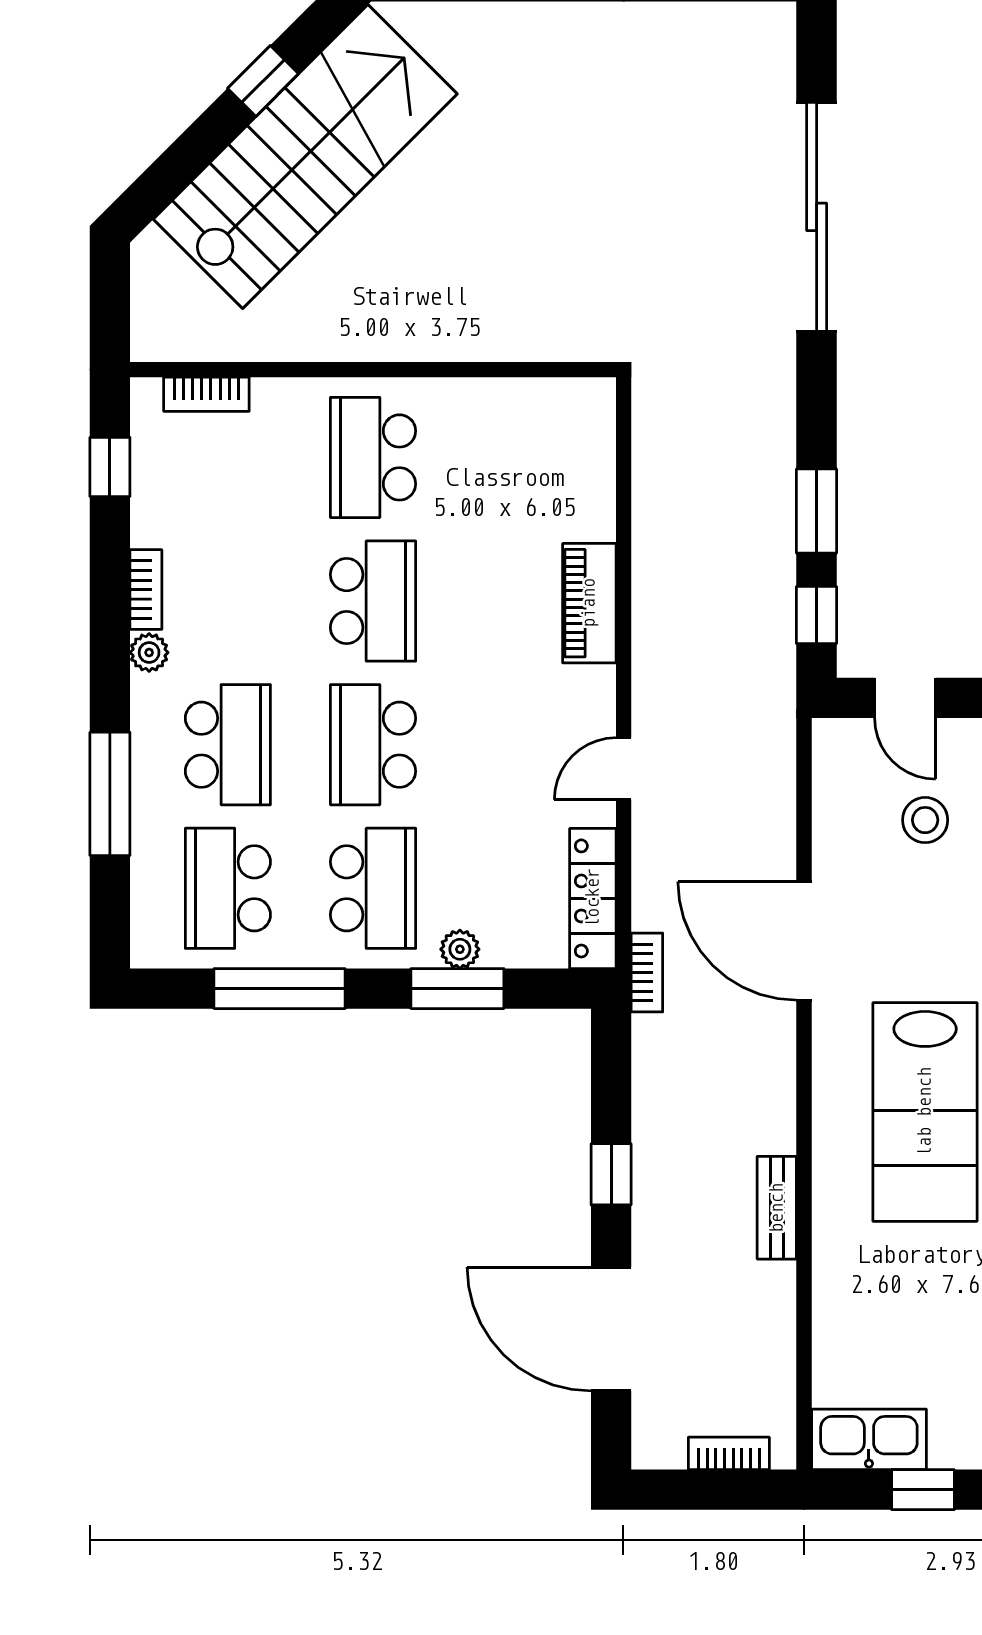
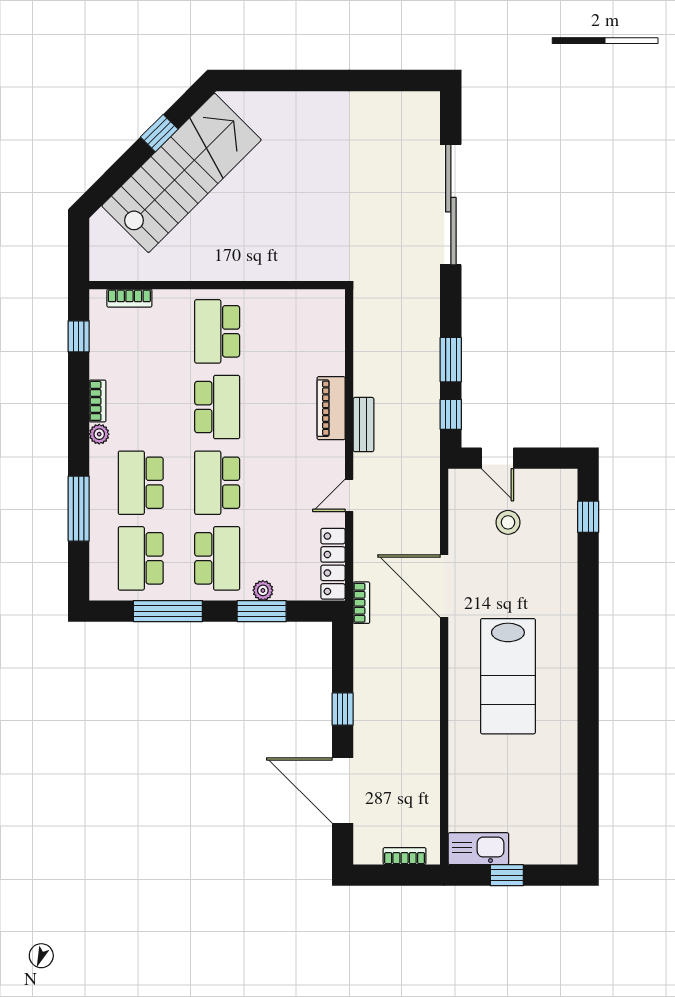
school desk: (228, 745) -> (141, 483), turned 180
bench: (777, 1208) -> (363, 425), moved

